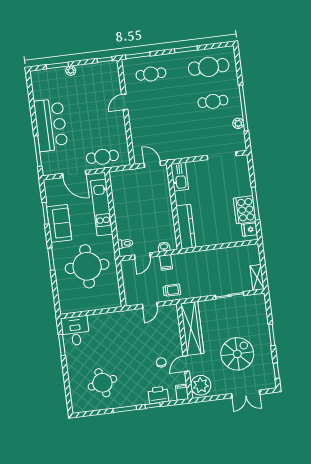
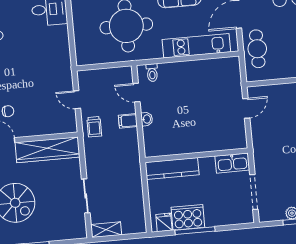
kitchen sink: (180, 177) -> (232, 163), moved
wall: (174, 207) -> (196, 155), moved
kitchen counter: (186, 227) -> (172, 169), moved

